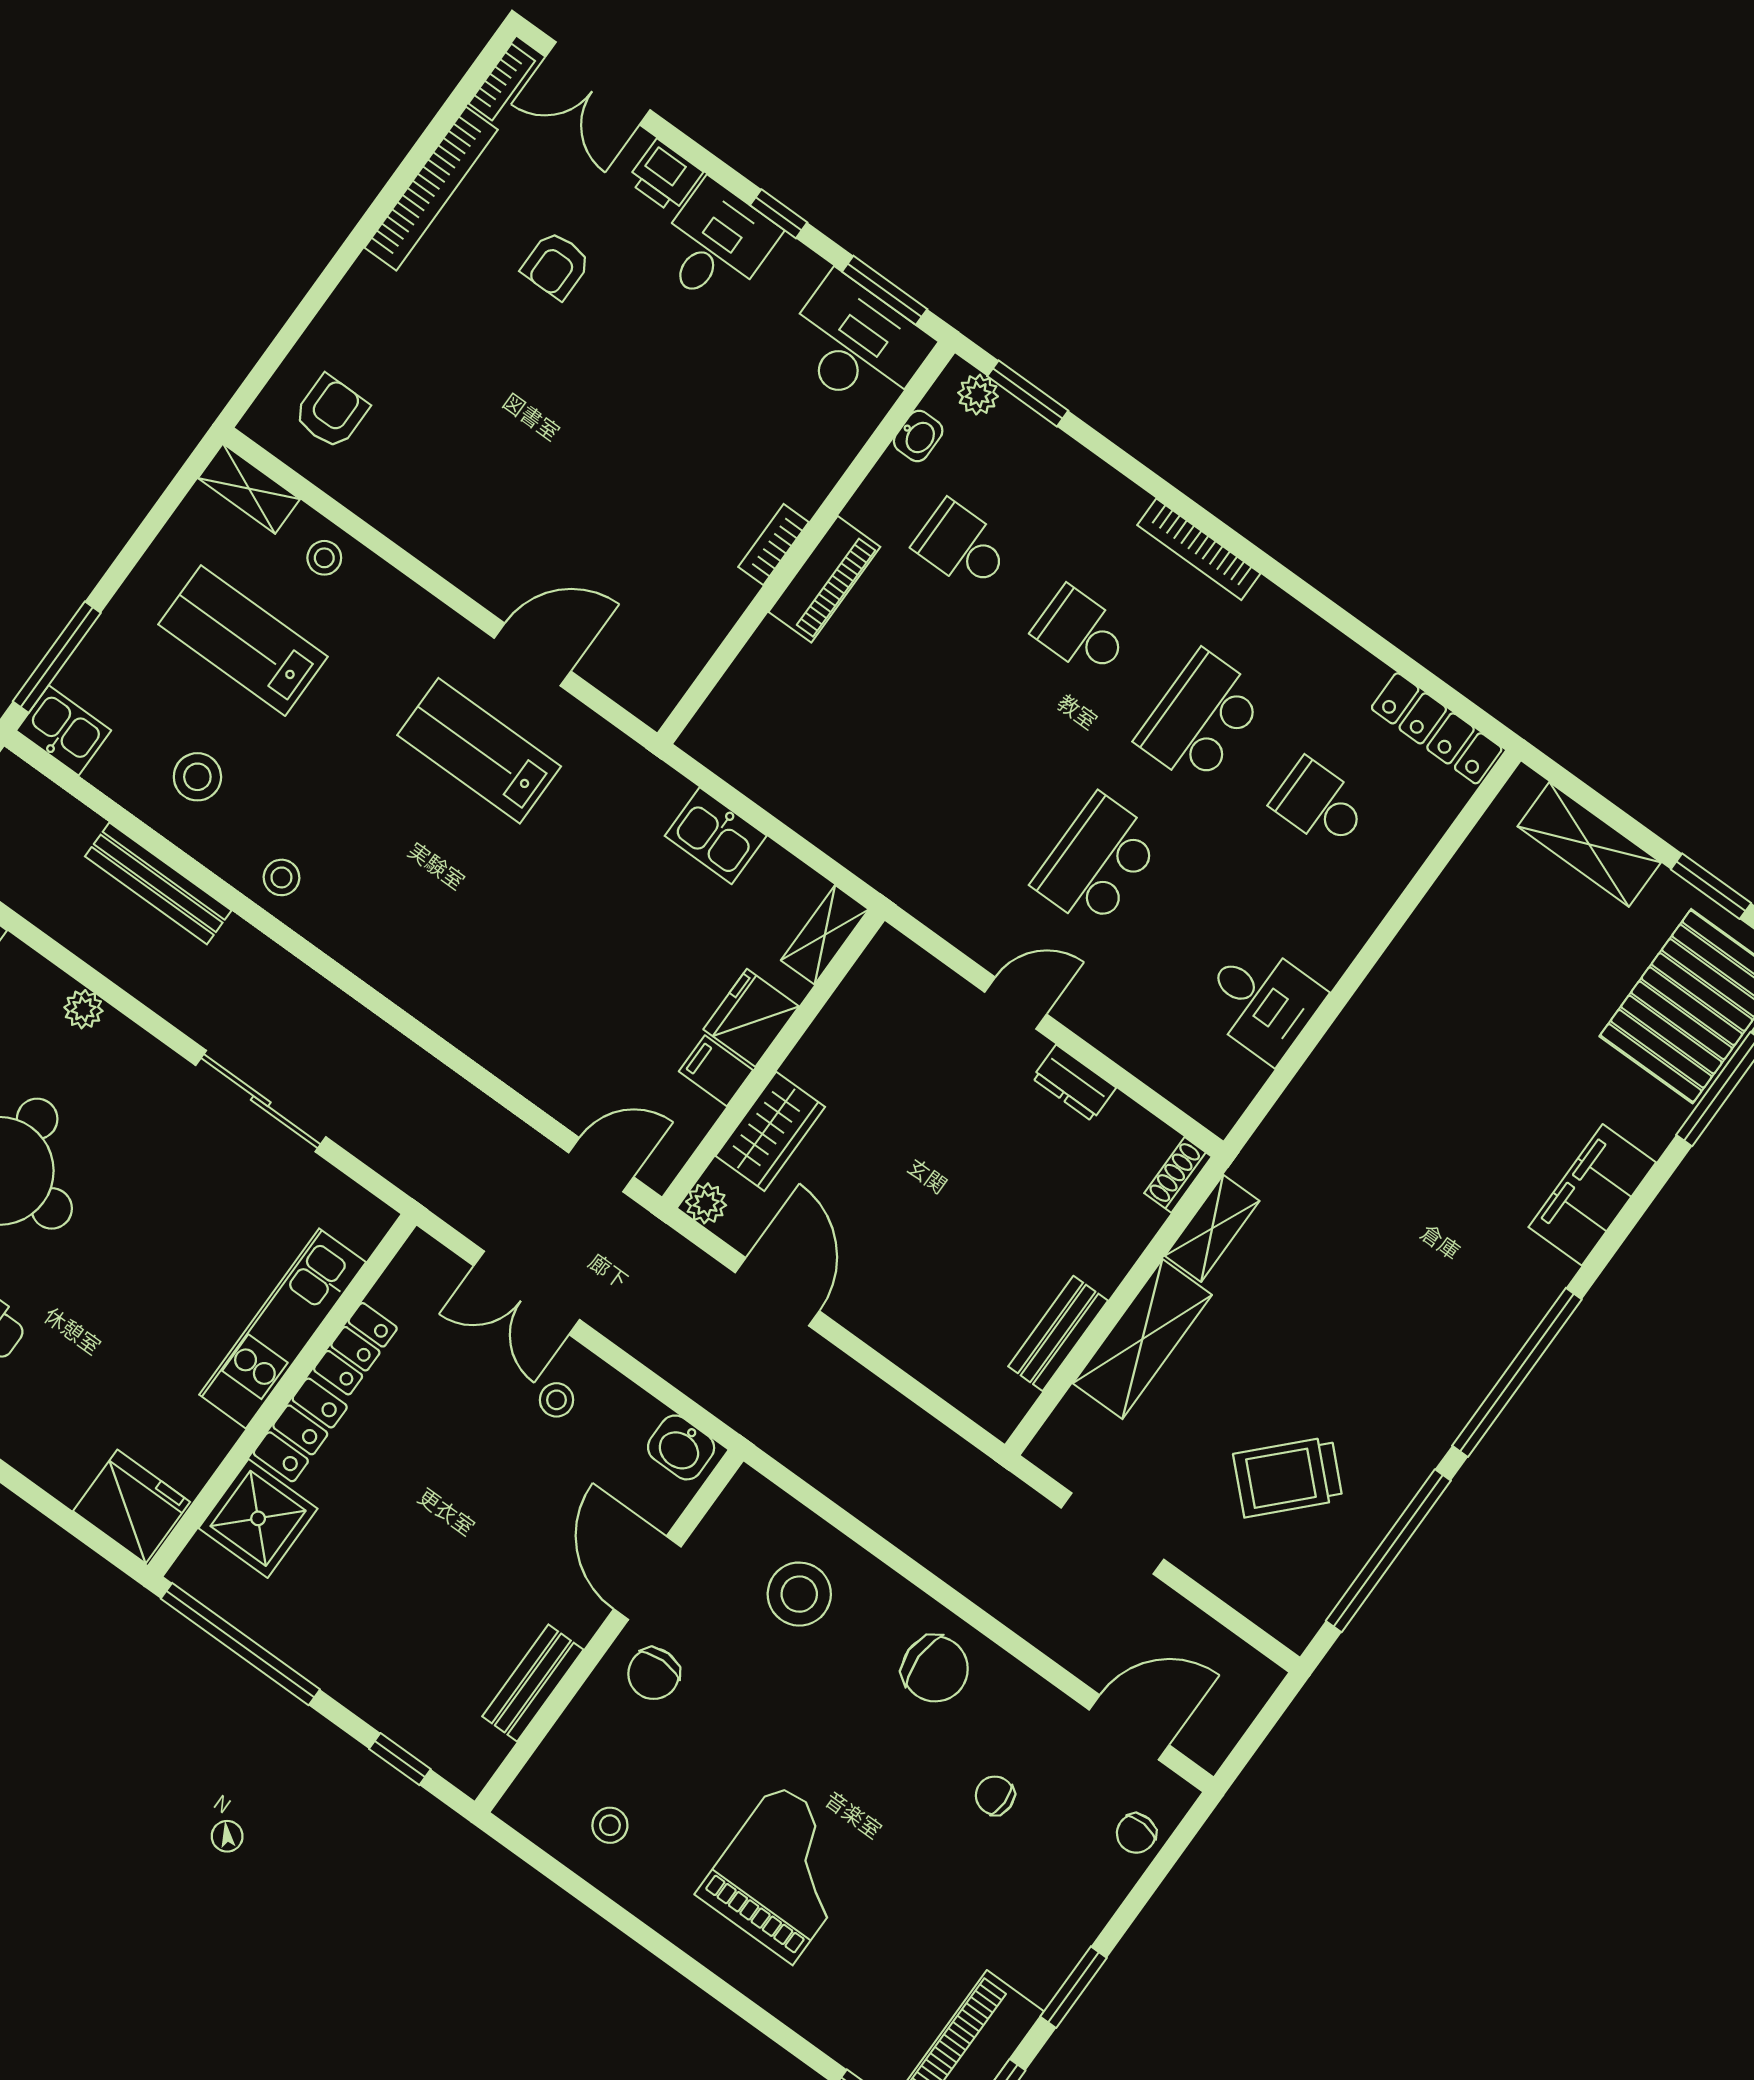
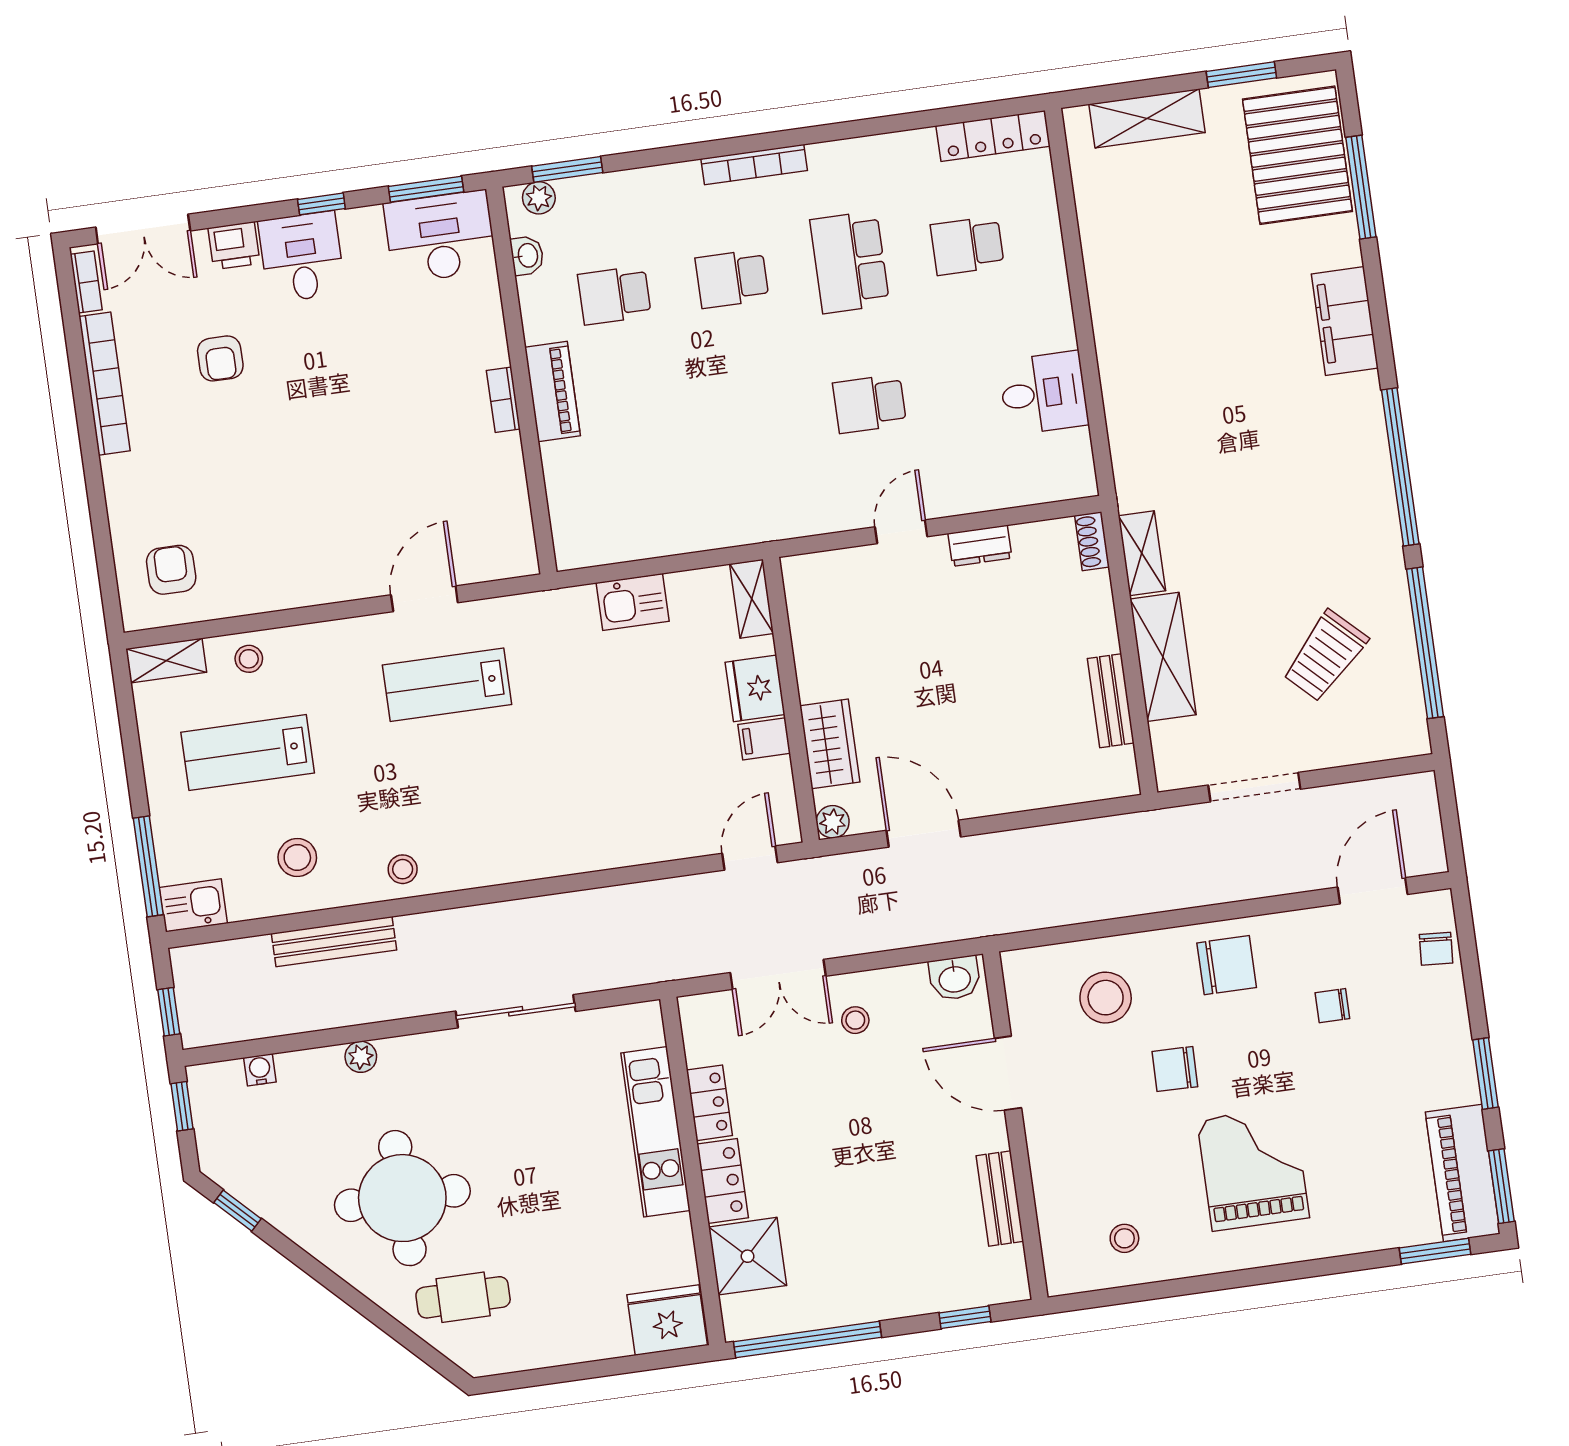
school desk: (1097, 862) -> (870, 404), width x0.54
chair: (654, 1674) -> (1175, 1069), moved, turned 91

